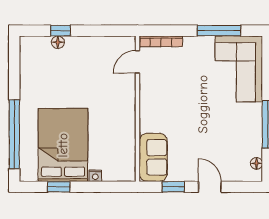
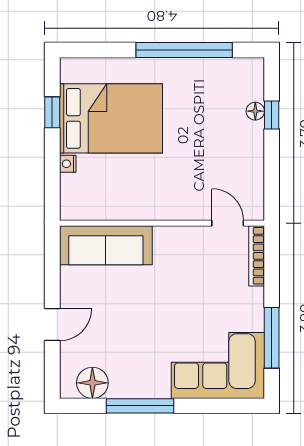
window: (14, 134) -> (184, 50), moved
sofa: (153, 157) -> (106, 245), width x1.36
floor lamp: (256, 163) -> (92, 383), width x1.89, depth x1.89
window: (173, 187) -> (52, 273), removed

